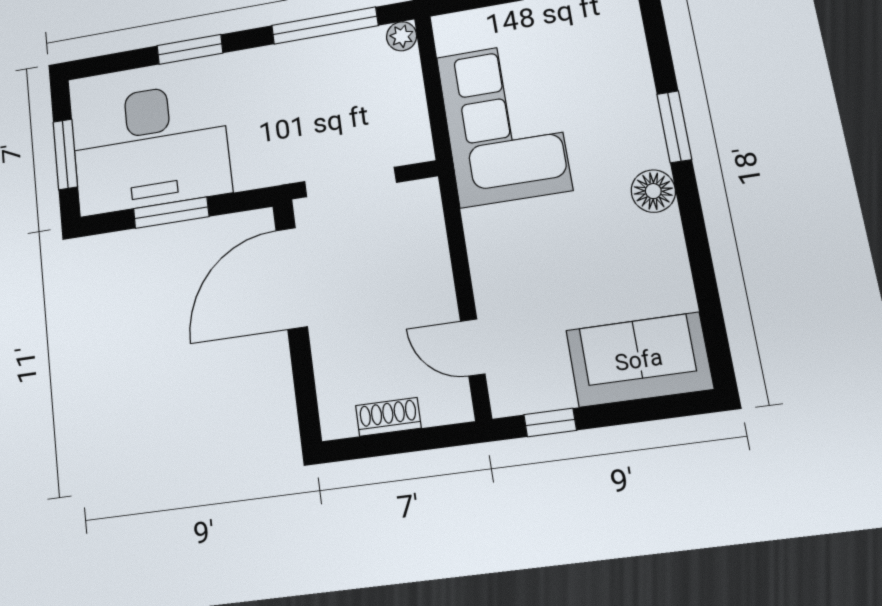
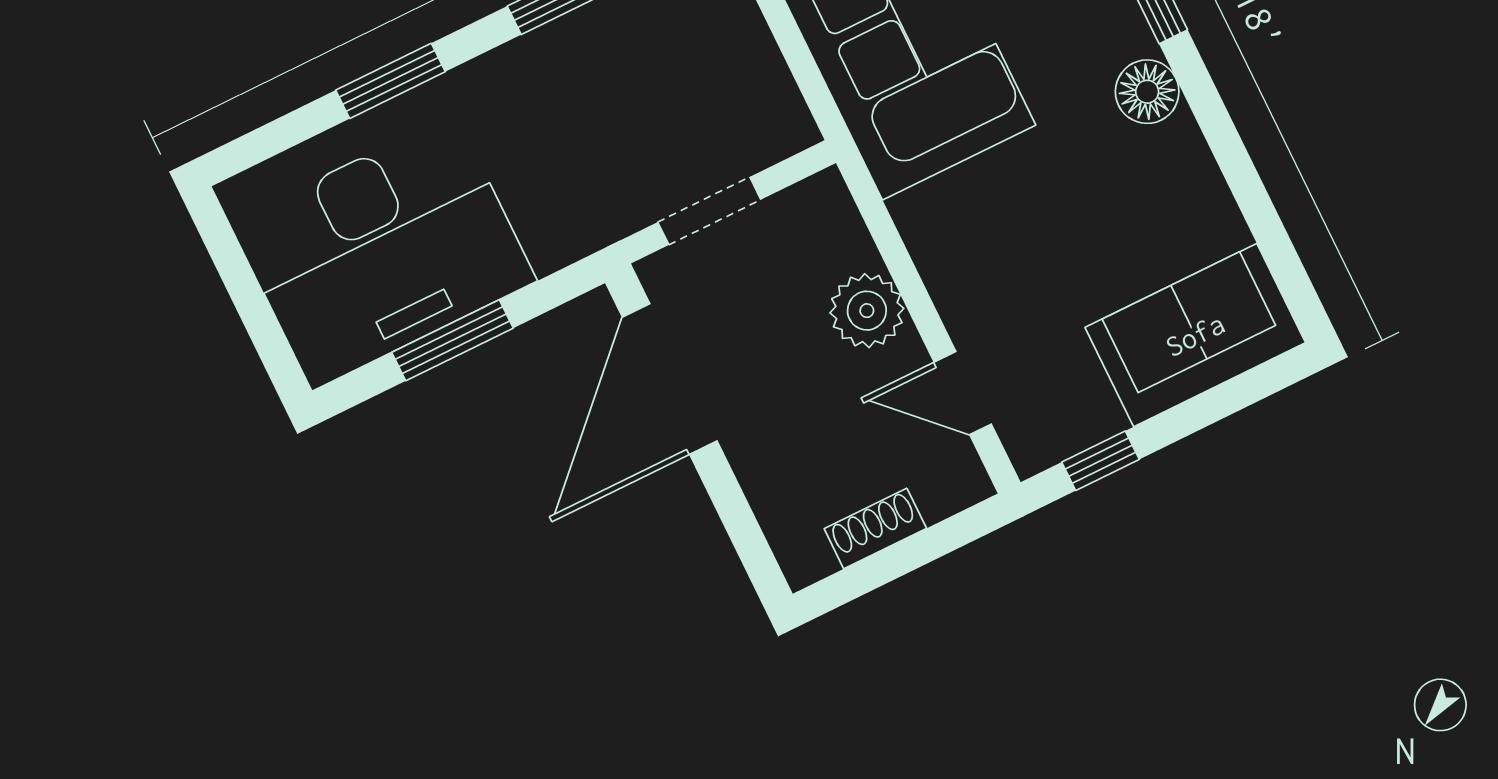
window: (65, 154) -> (251, 303), removed
doorway: (350, 182) -> (709, 211), width x0.73
plant: (428, 275) -> (867, 311), added

